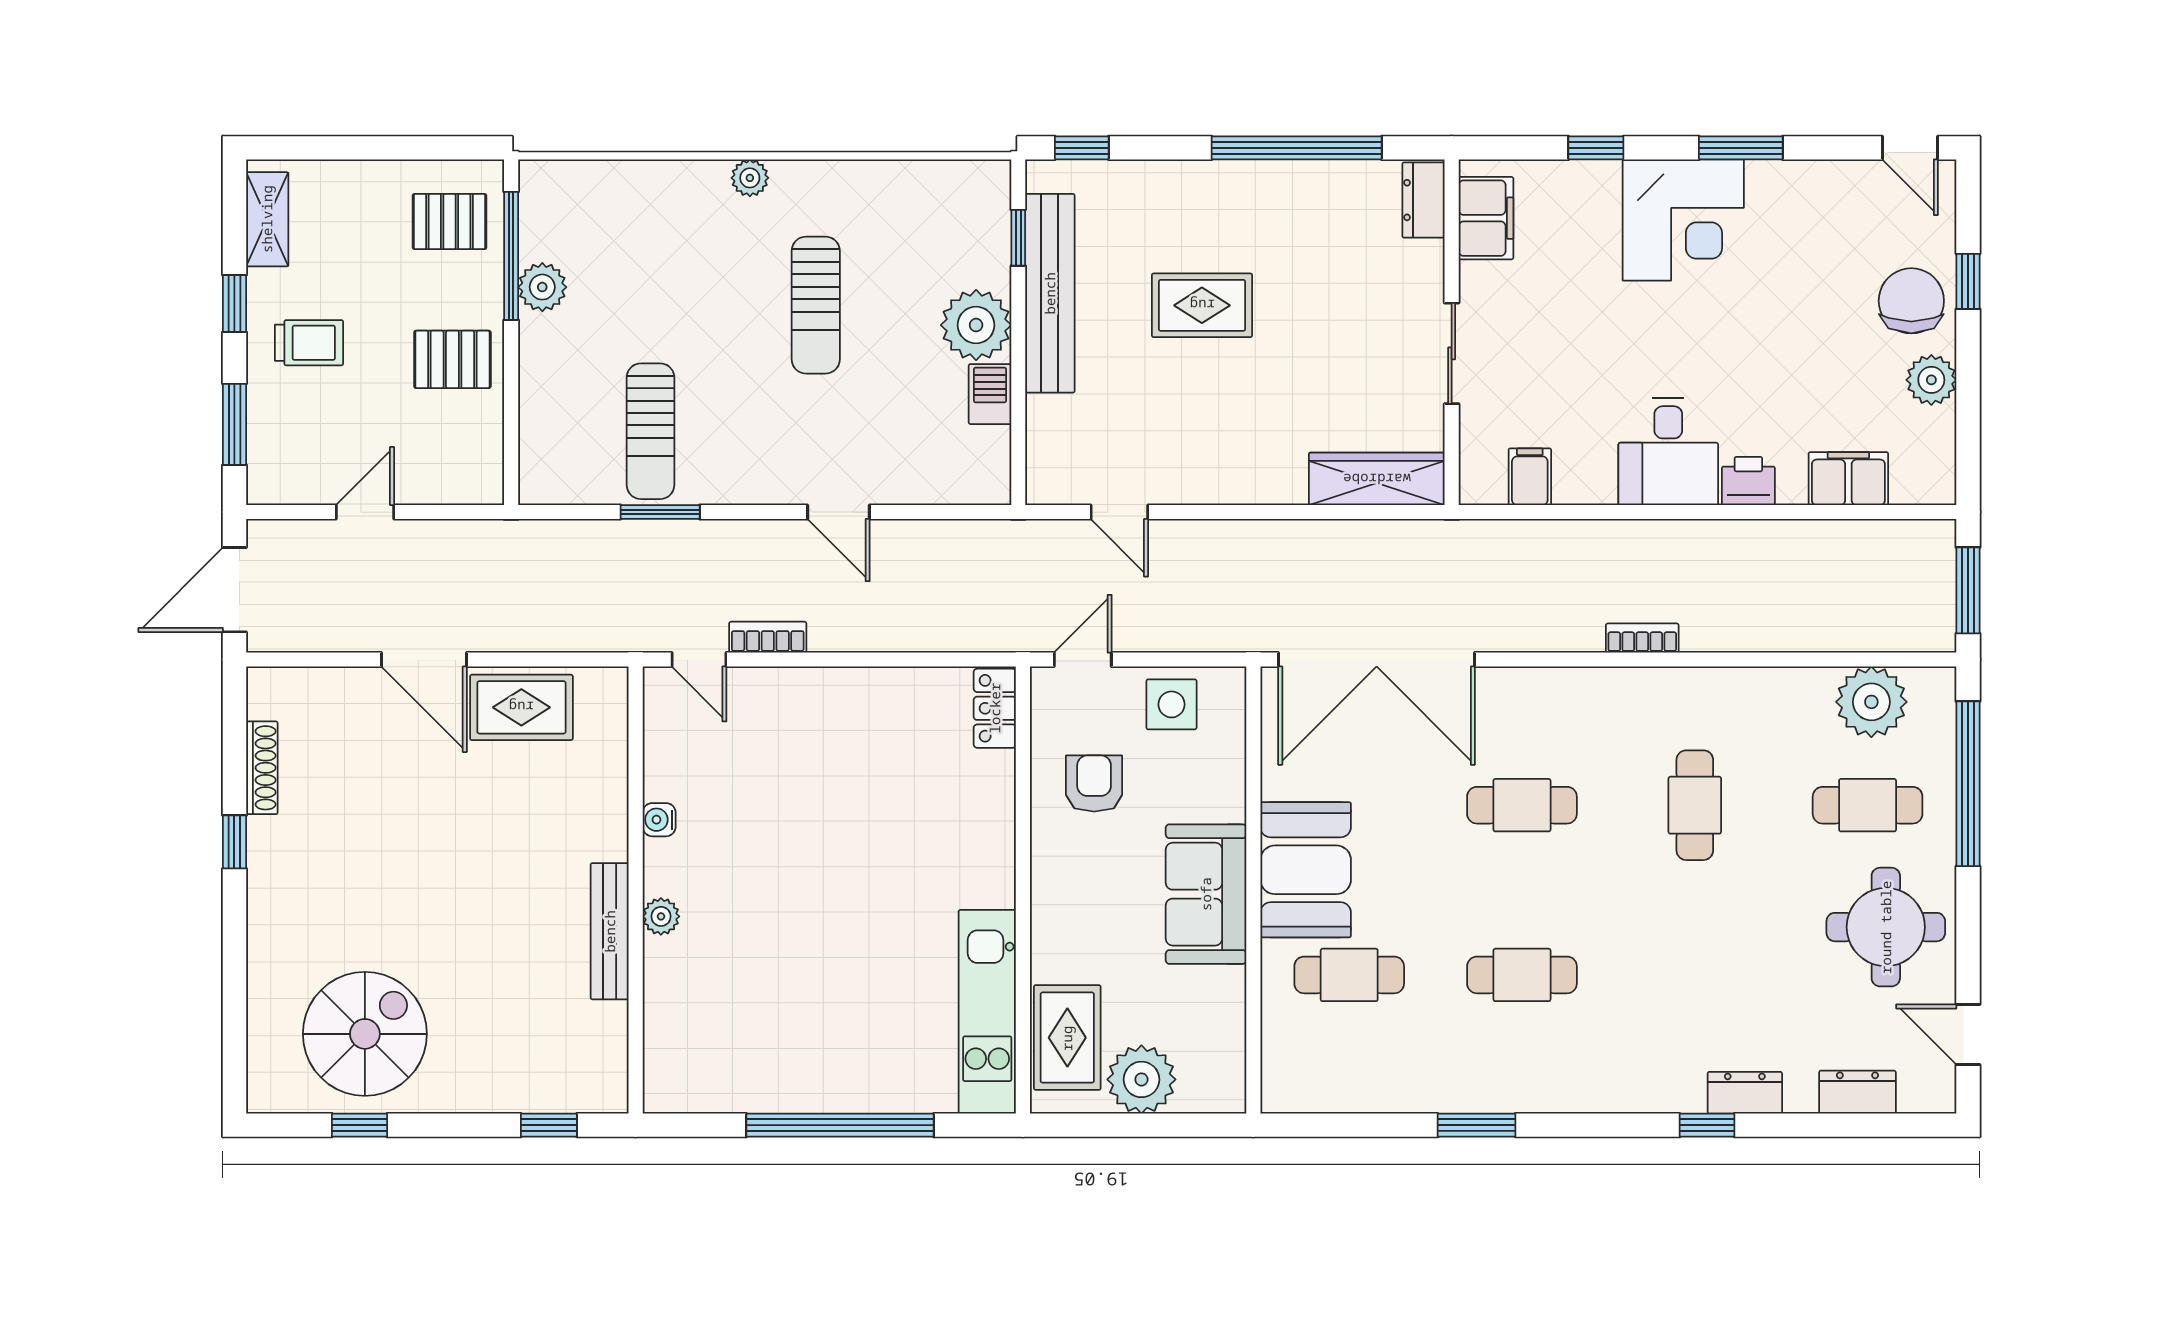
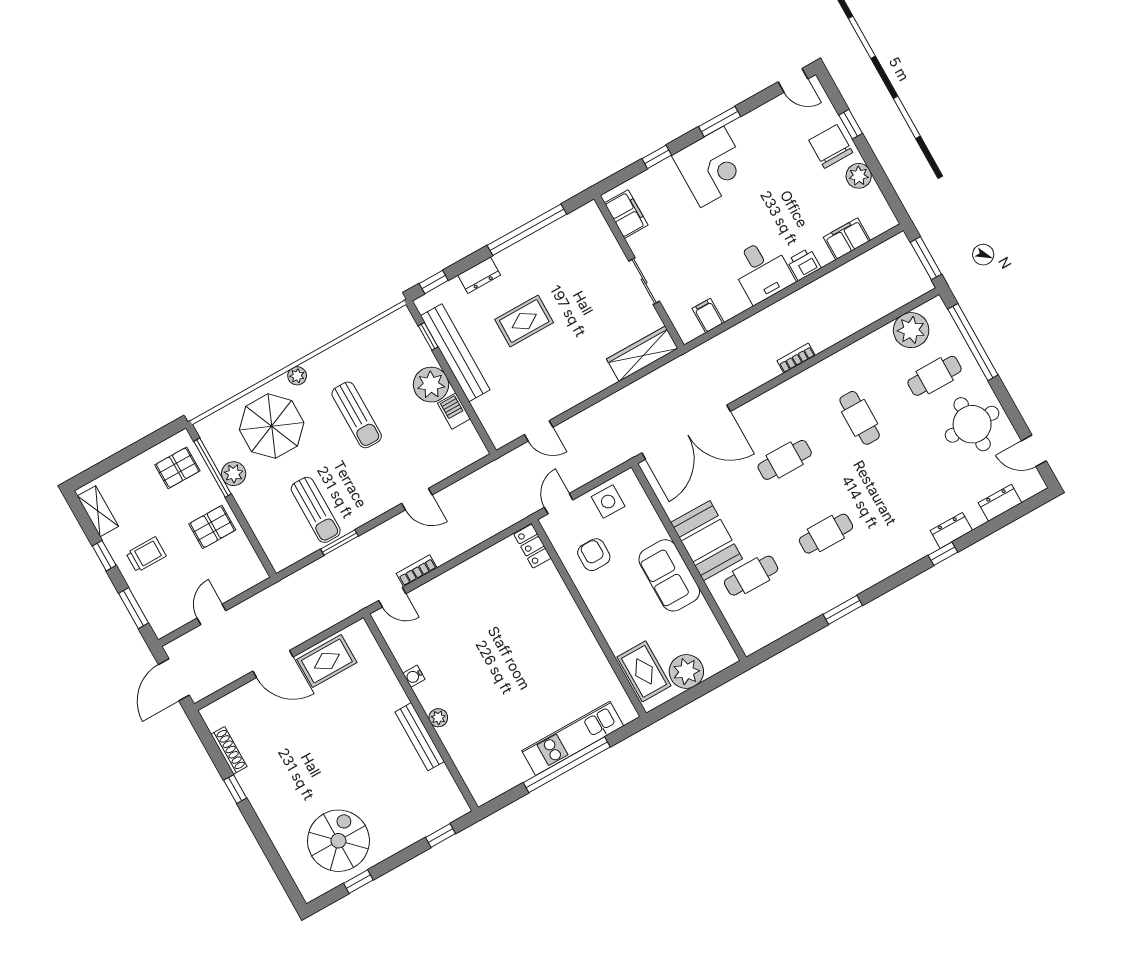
dresser: (1424, 200) -> (479, 275), moved, turned -90
parasol: (656, 241) -> (272, 426), added
kitchen unit: (987, 1012) -> (573, 738), moved, turned 90

